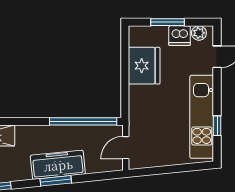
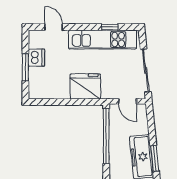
plant: (199, 33) -> (34, 42), removed
fridge: (144, 66) -> (85, 86), moved
sliding door: (164, 170) -> (146, 71), added

